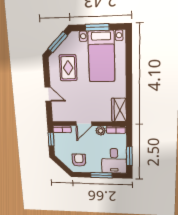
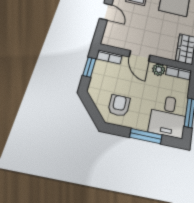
door: (84, 124) -> (140, 56), hinge flipped

